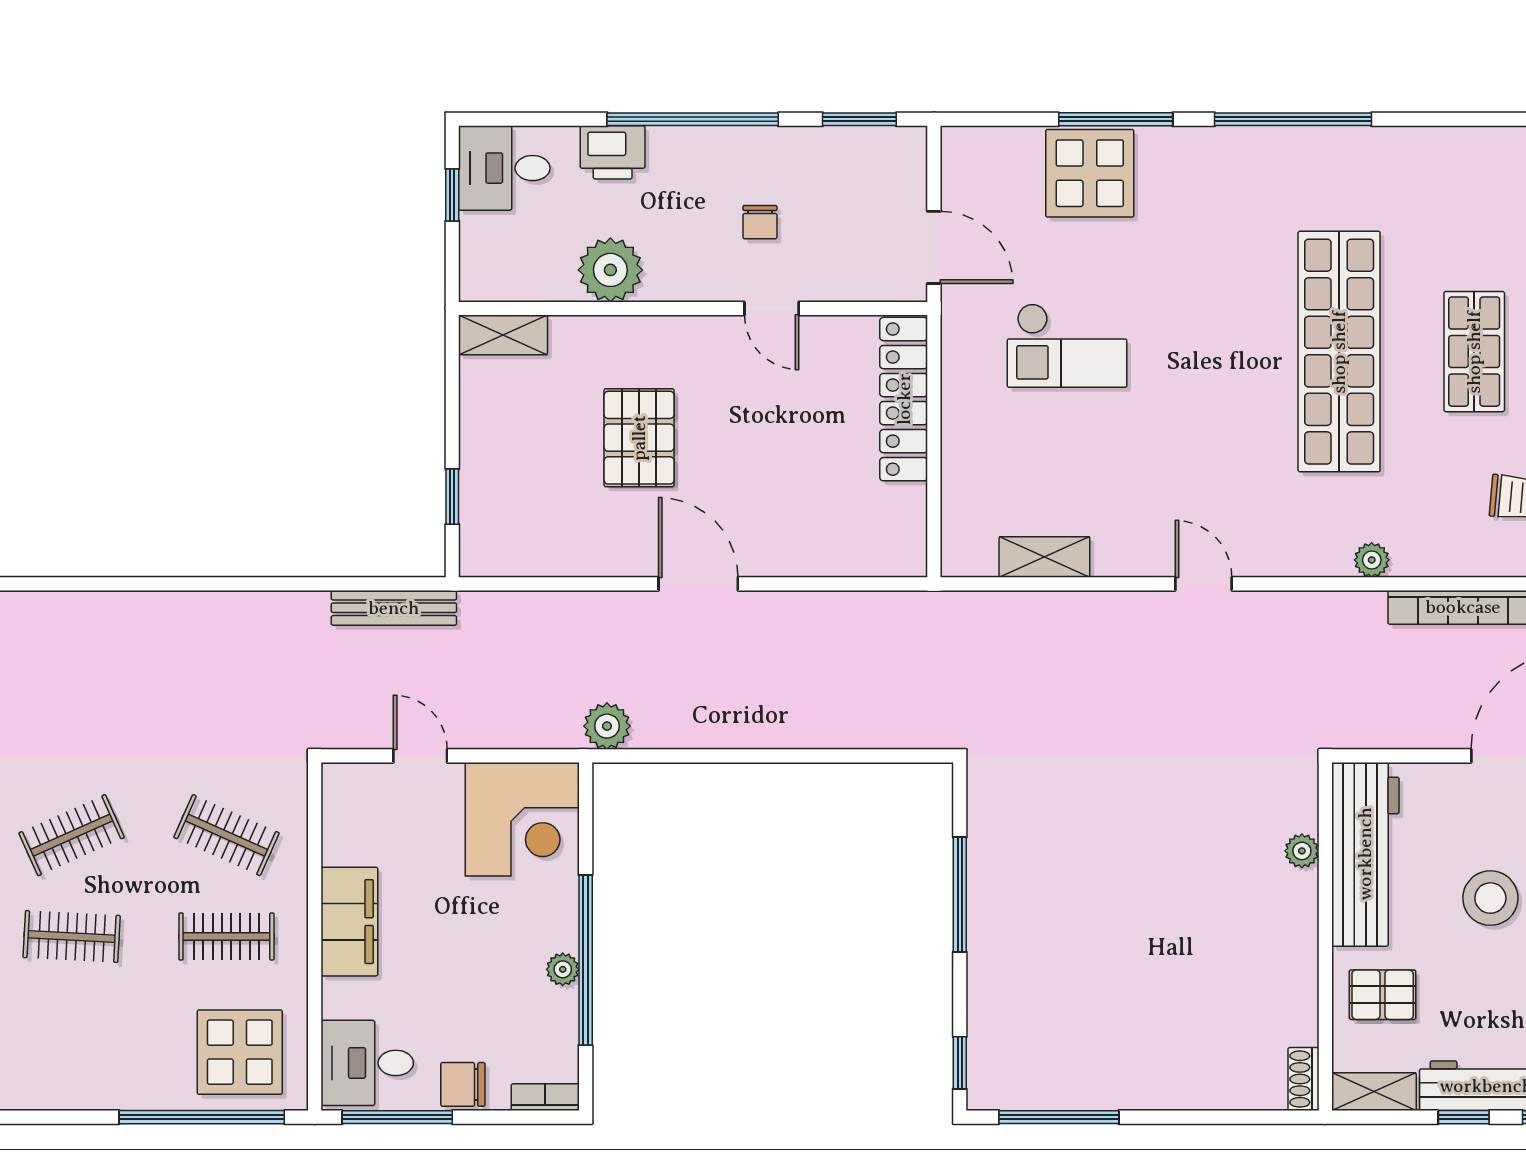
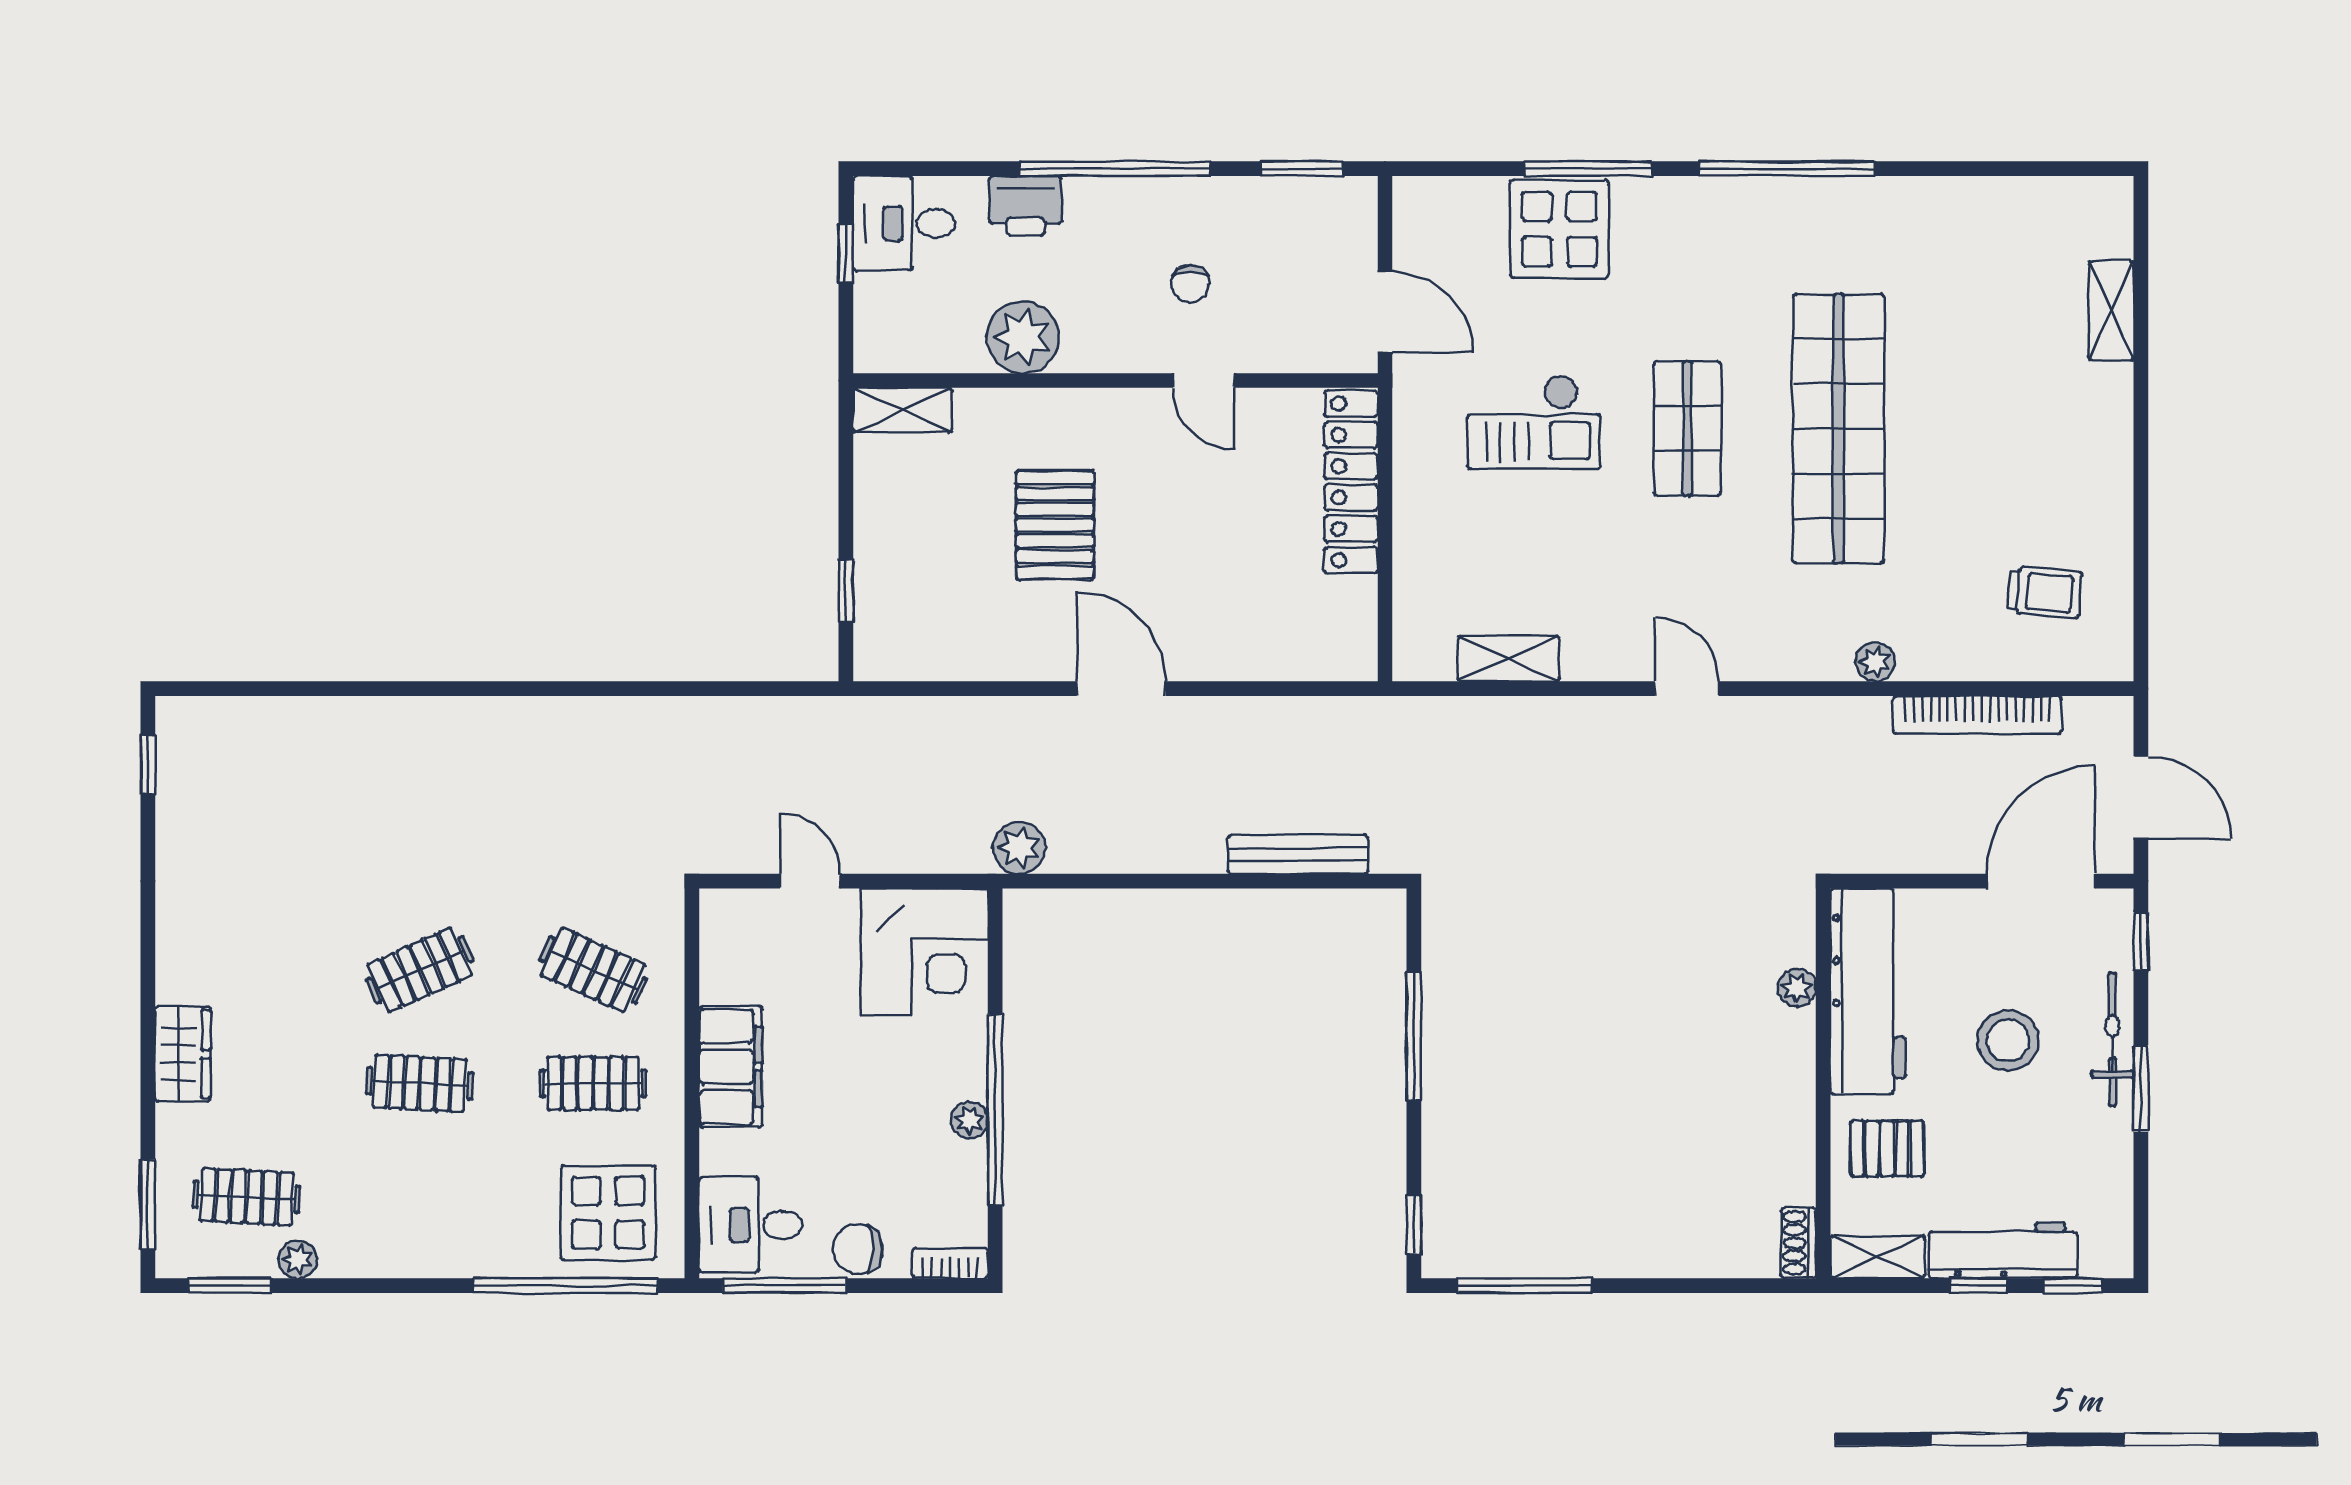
shop shelf: (1474, 352) -> (1687, 429), moved
bench: (394, 608) -> (1298, 854), moved

